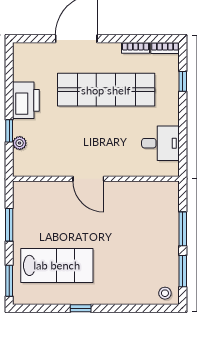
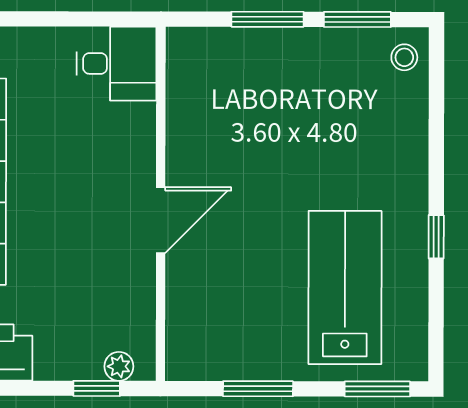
window: (9, 131) -> (97, 388), moved
plant: (20, 143) -> (119, 366), moved
desk: (160, 143) -> (117, 64), moved, turned 90

